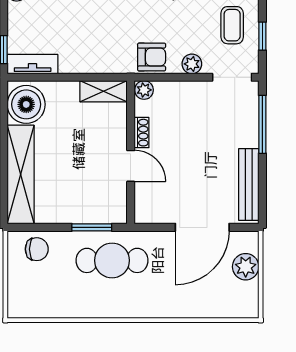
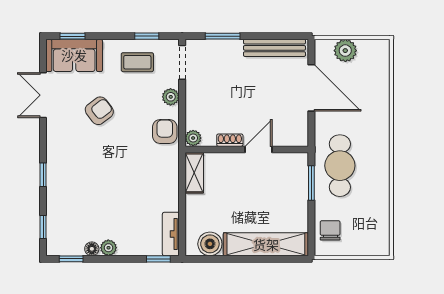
boiler: (26, 104) -> (210, 244), width x0.73, depth x0.73
window: (262, 124) -> (223, 36), width x0.69

